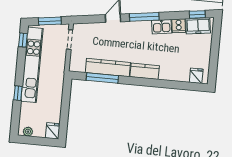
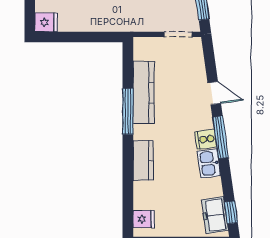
cooker: (179, 26) -> (206, 139), moved
kitchen counter: (145, 71) -> (143, 160), moved
window: (102, 78) -> (128, 111), moved

